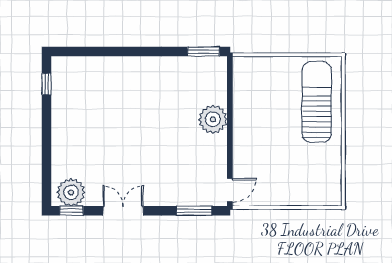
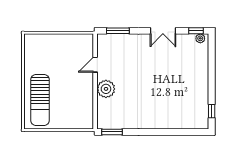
door: (230, 190) -> (95, 65), moved
plant: (71, 192) -> (200, 38), width x0.53, depth x0.53

